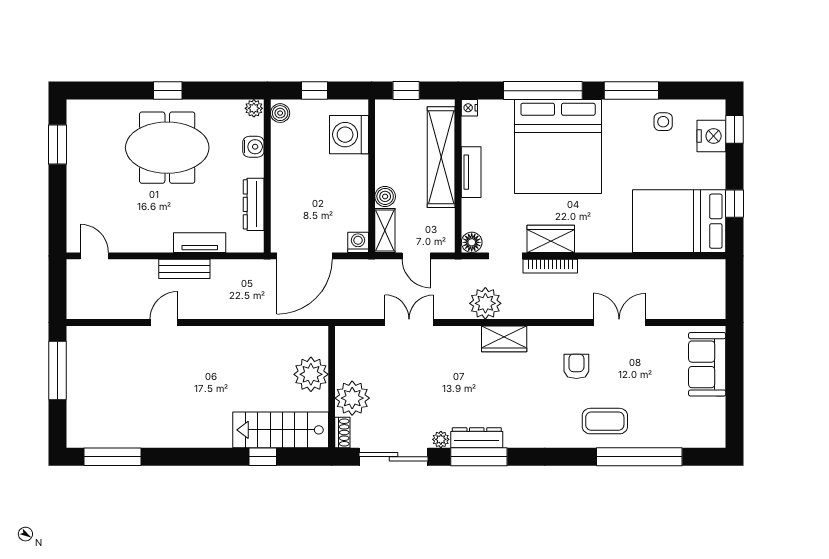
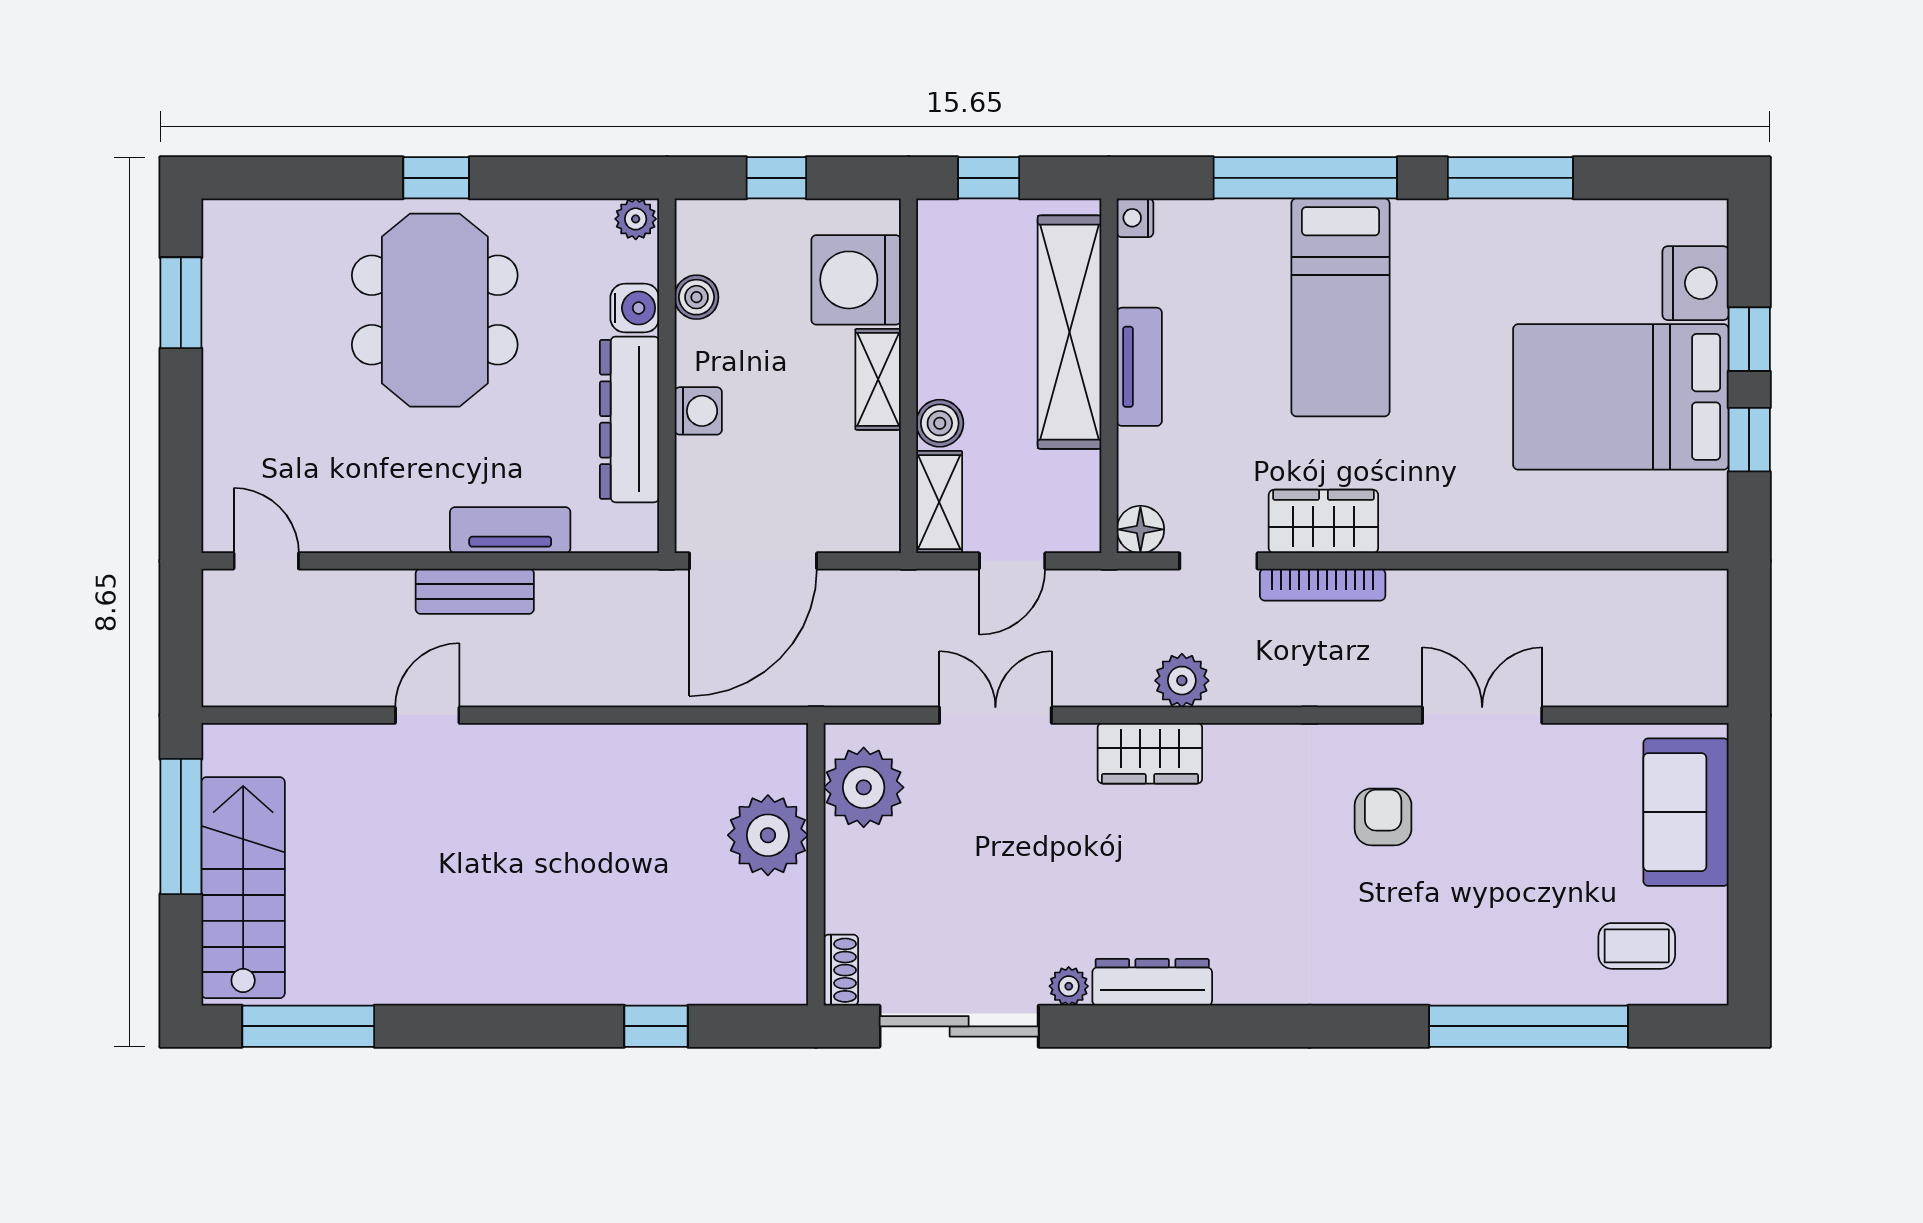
boiler: (280, 113) -> (696, 297), moved
side table: (663, 122) -> (1584, 250), removed
window: (734, 129) -> (1749, 339), moved
bed: (558, 146) -> (1340, 307), width x0.49
meeting table: (167, 148) -> (435, 310), turned 90
shelving: (358, 178) -> (878, 379), added
dresser: (254, 204) -> (630, 419), width x1.37, depth x1.24
bed: (679, 221) -> (1621, 397), moved
washing machine: (358, 242) -> (698, 411), moved, turned 90
door: (416, 256) -> (1012, 561), hinge flipped
plant: (485, 303) -> (1182, 681), width x0.73, depth x0.73
wardrobe: (504, 339) -> (1150, 753), moved
plant: (352, 398) -> (864, 787), moved
coffee table: (605, 421) -> (1637, 946), moved, width x0.73, depth x0.77
stairs: (281, 430) -> (243, 888), moved, turned 90
window: (479, 457) -> (1157, 1026), removed

